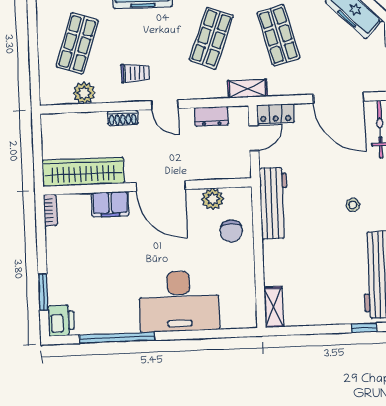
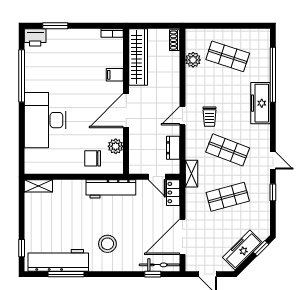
trolley: (135, 73) -> (209, 117), moved
shoe rack: (123, 118) -> (175, 40), moved
filing cabinet: (110, 204) -> (115, 75), width x0.50
stool: (353, 205) -> (107, 244), width x1.89, depth x1.89

